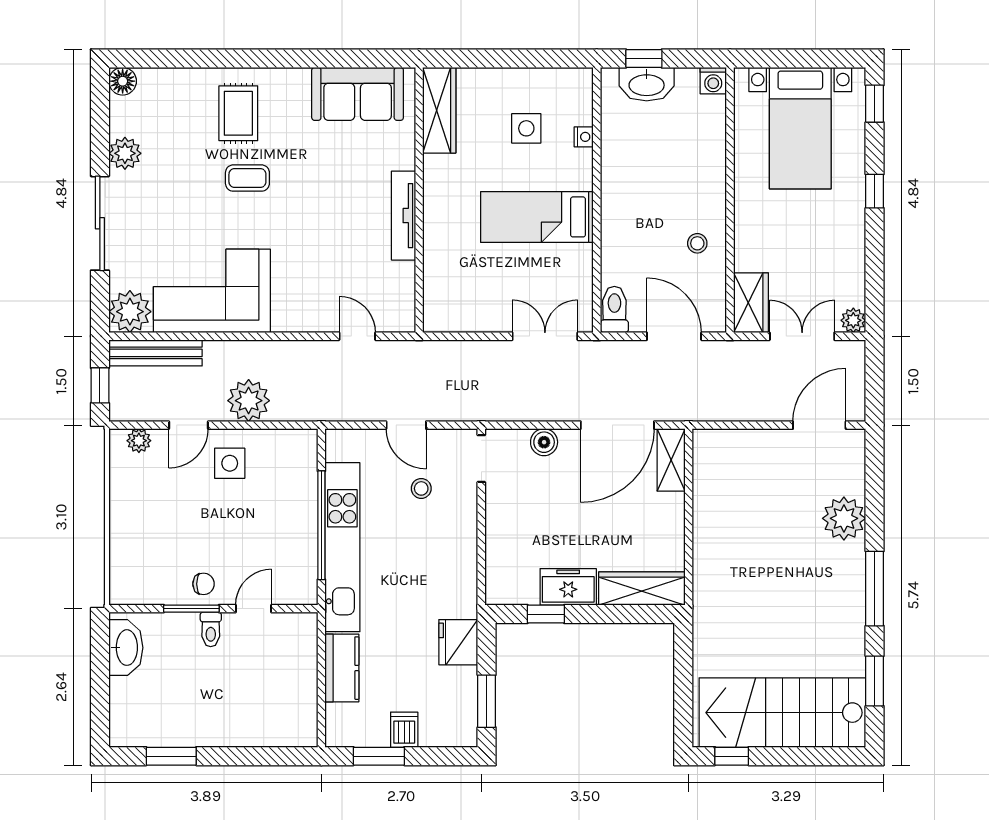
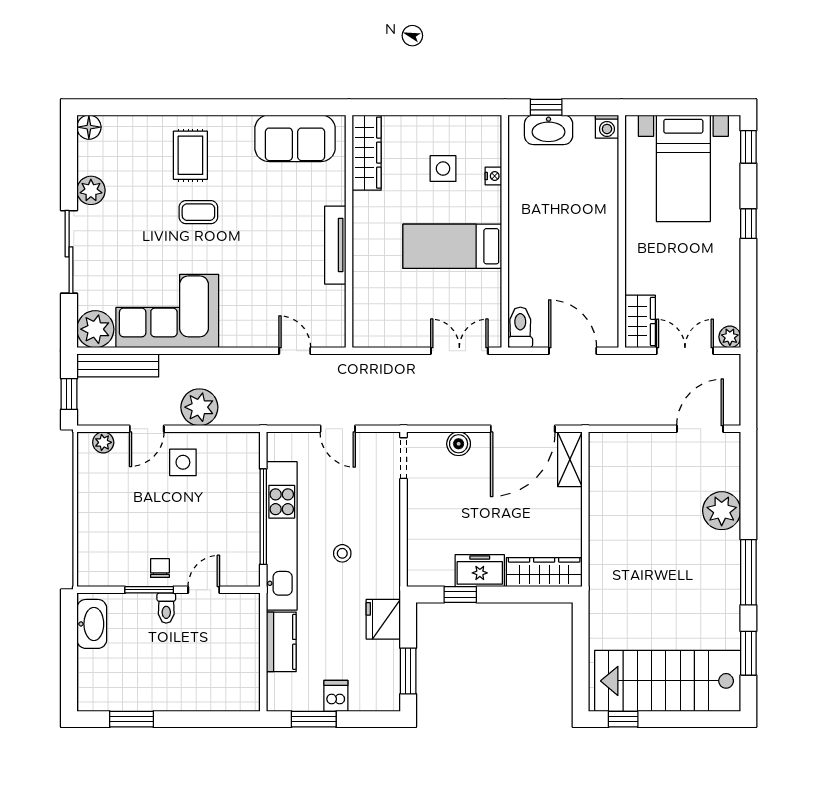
stool: (697, 243) -> (593, 269), removed
stool: (421, 488) -> (342, 553), moved
chair: (204, 584) -> (160, 568), turned -90

